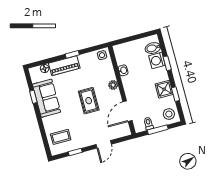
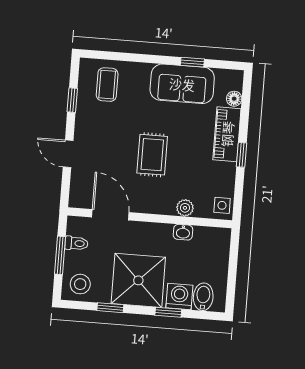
plant: (113, 85) -> (185, 208), moved
shower: (164, 89) -> (138, 280), width x1.86, depth x1.86
rug: (89, 101) -> (152, 155), turned 90

